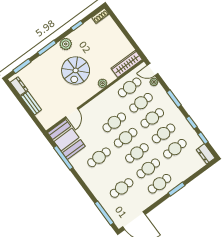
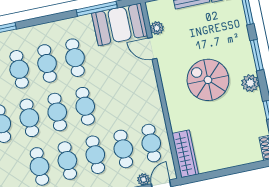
plant: (103, 83) -> (157, 28), moved
cafe table: (114, 122) -> (47, 63), moved

